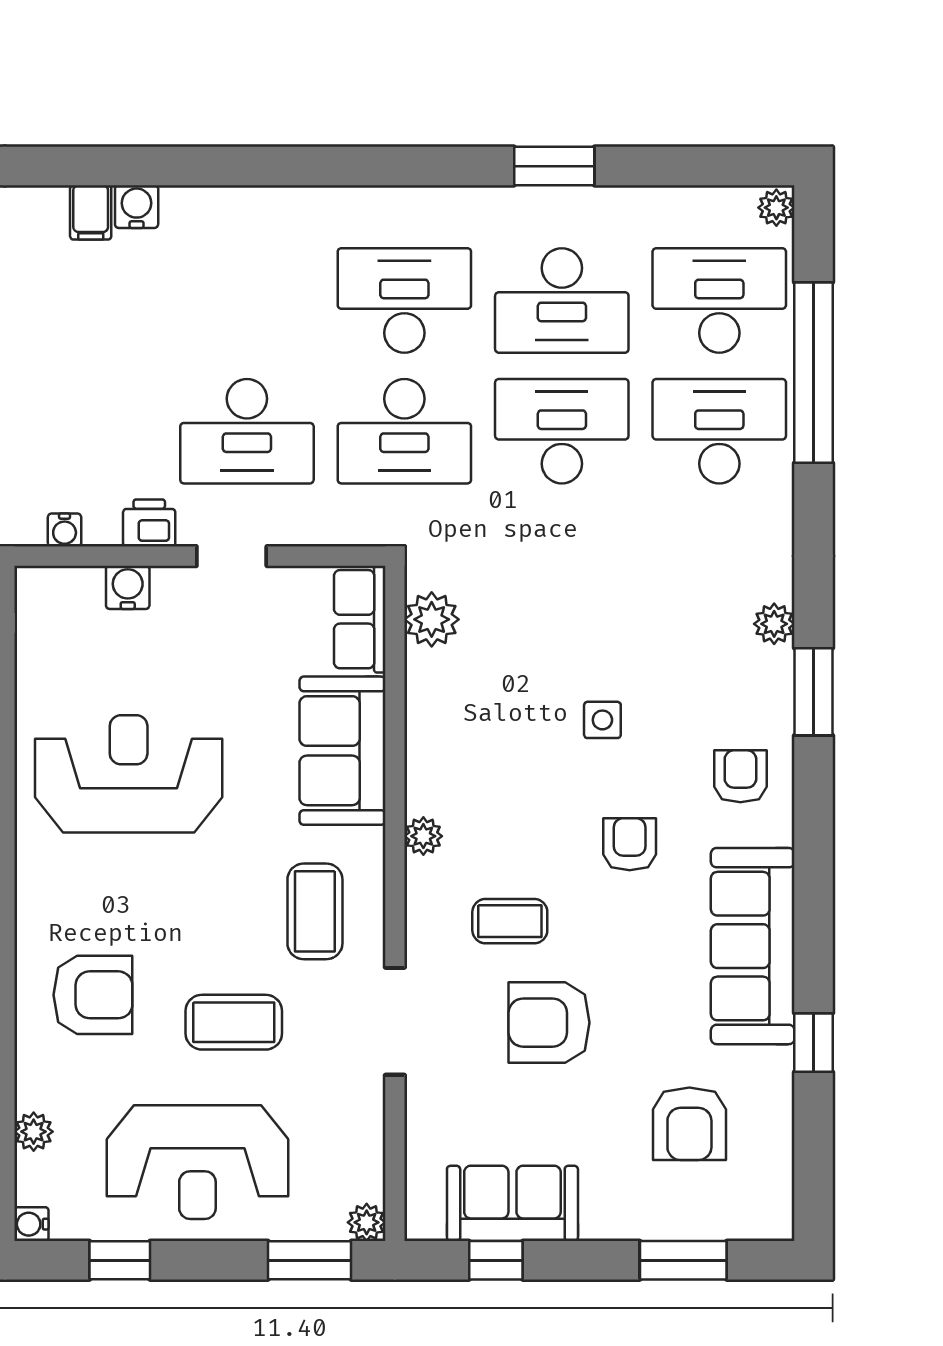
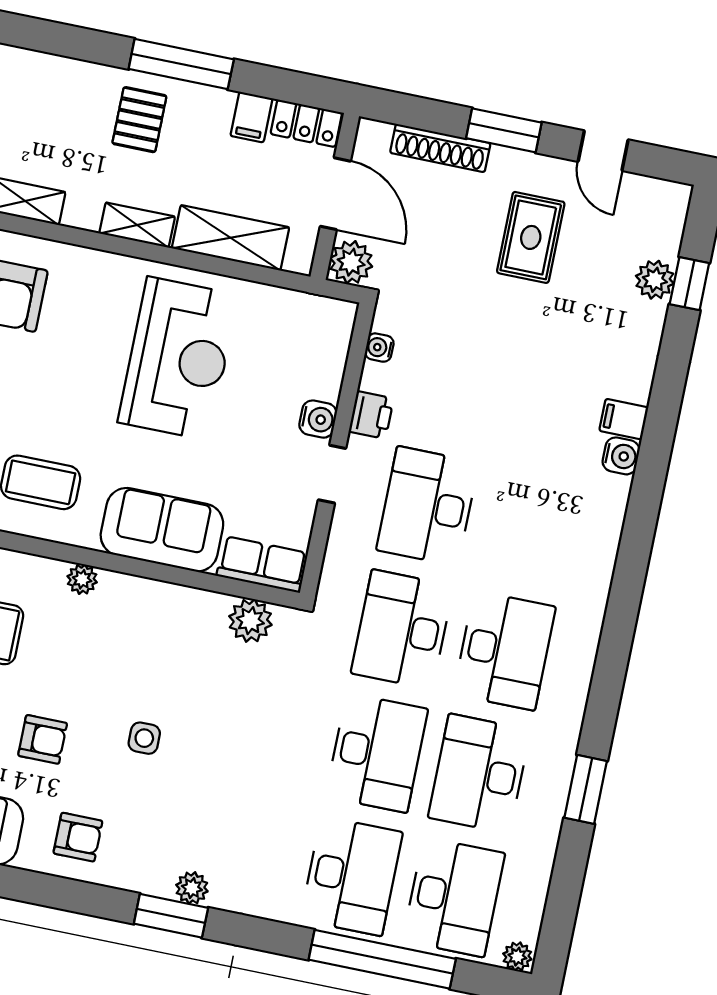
water cooler: (128, 587) -> (318, 419), moved
window: (814, 692) -> (171, 916), moved

